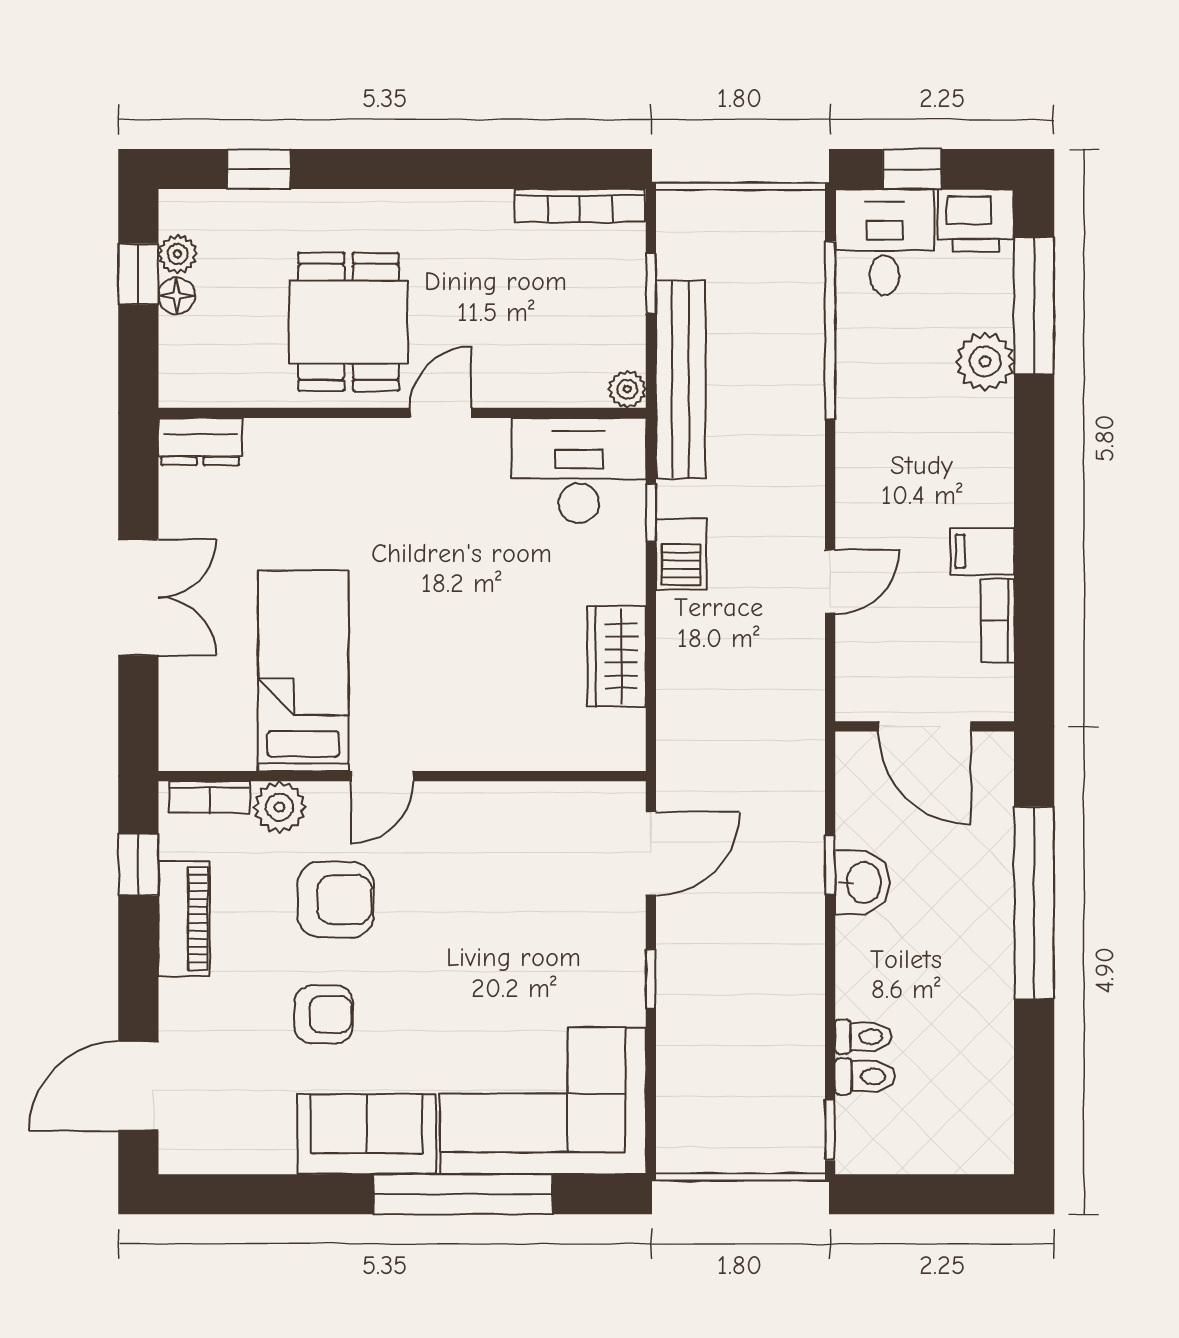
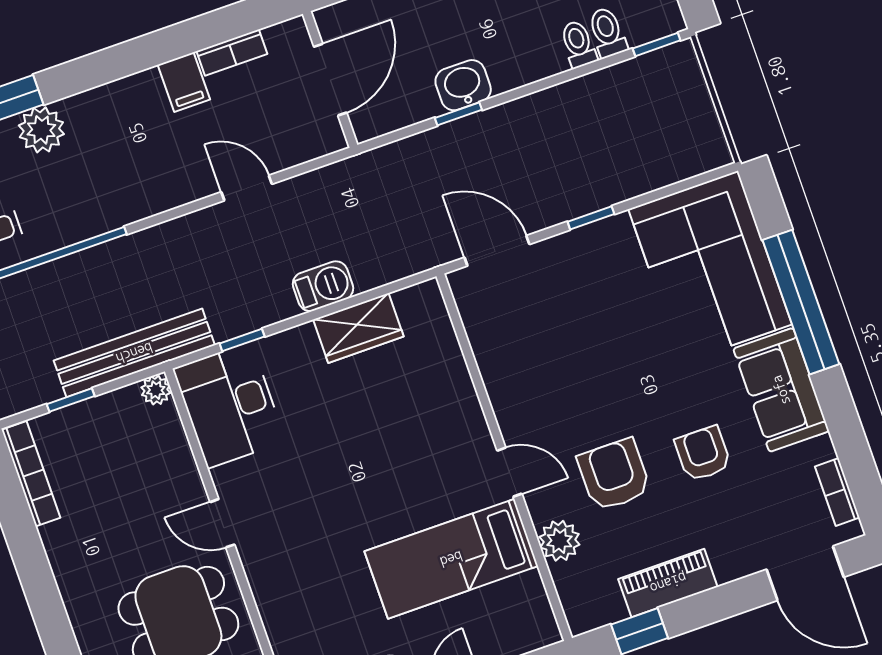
barbecue: (681, 554) -> (323, 286), moved
bookcase: (210, 797) -> (837, 492), moved, turned 180

